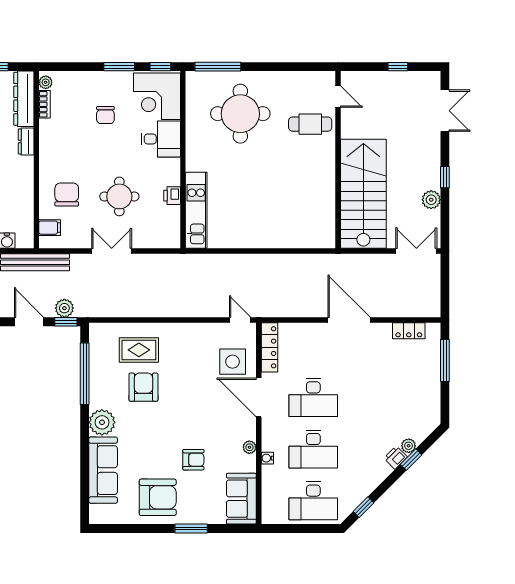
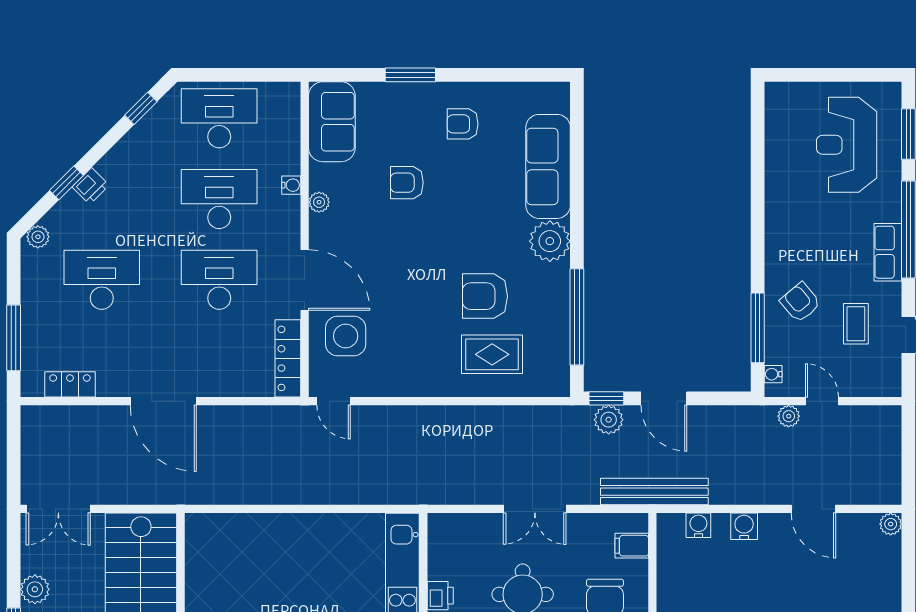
armchair: (143, 387) -> (485, 296), turned 90
desk: (388, 398) -> (102, 280), added
plant: (409, 446) -> (38, 237), moved
armchair: (158, 497) -> (463, 124), width x0.53, depth x0.53

